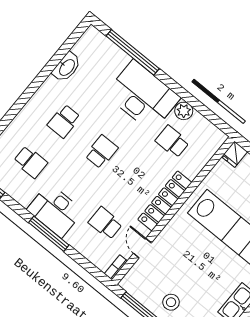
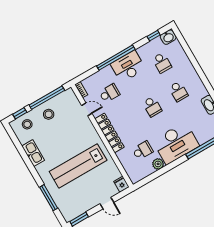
school desk: (64, 121) -> (178, 91), turned 180
school desk: (30, 162) -> (162, 63), turned -90
window: (49, 234) -> (116, 58), width x1.46

